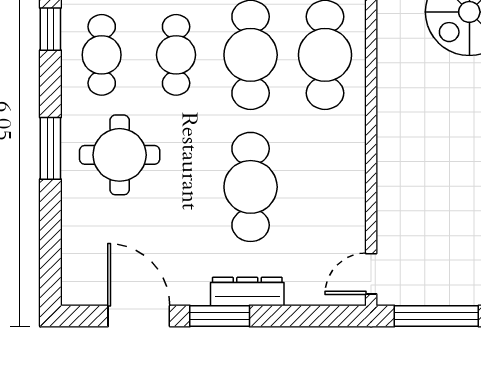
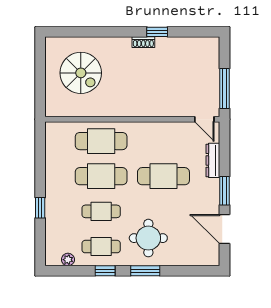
window: (50, 29) -> (105, 271), moved
dresser: (247, 292) -> (213, 160), moved
door: (139, 316) -> (224, 229), hinge flipped

